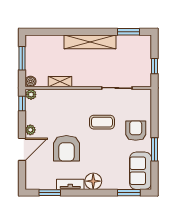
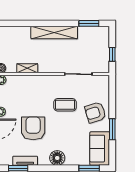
armchair: (136, 131) -> (95, 112), turned -107
armchair: (66, 148) -> (33, 128), turned 180
tv unit: (70, 184) -> (25, 161), moved

